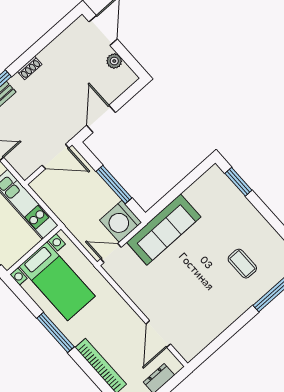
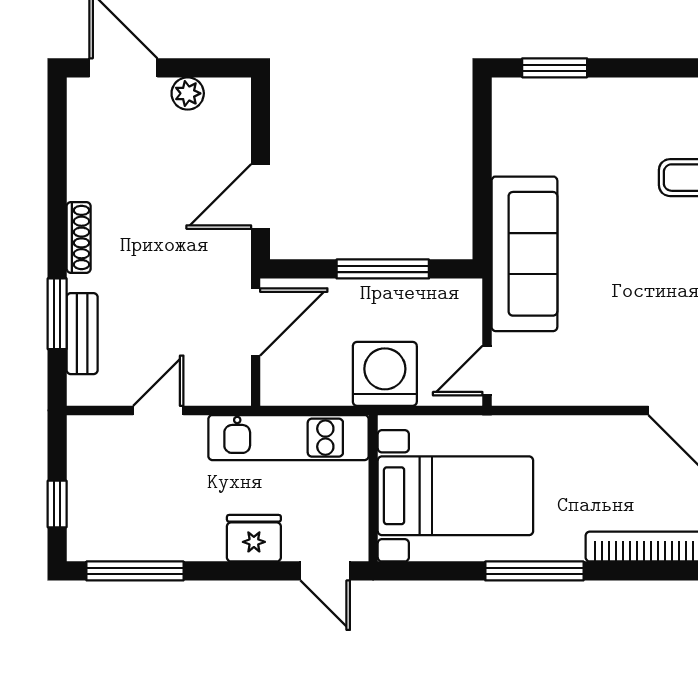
shoe rack: (30, 68) -> (79, 237), width x1.43
door: (101, 119) -> (260, 196), hinge flipped
washing machine: (121, 221) -> (385, 374), moved, turned 180

